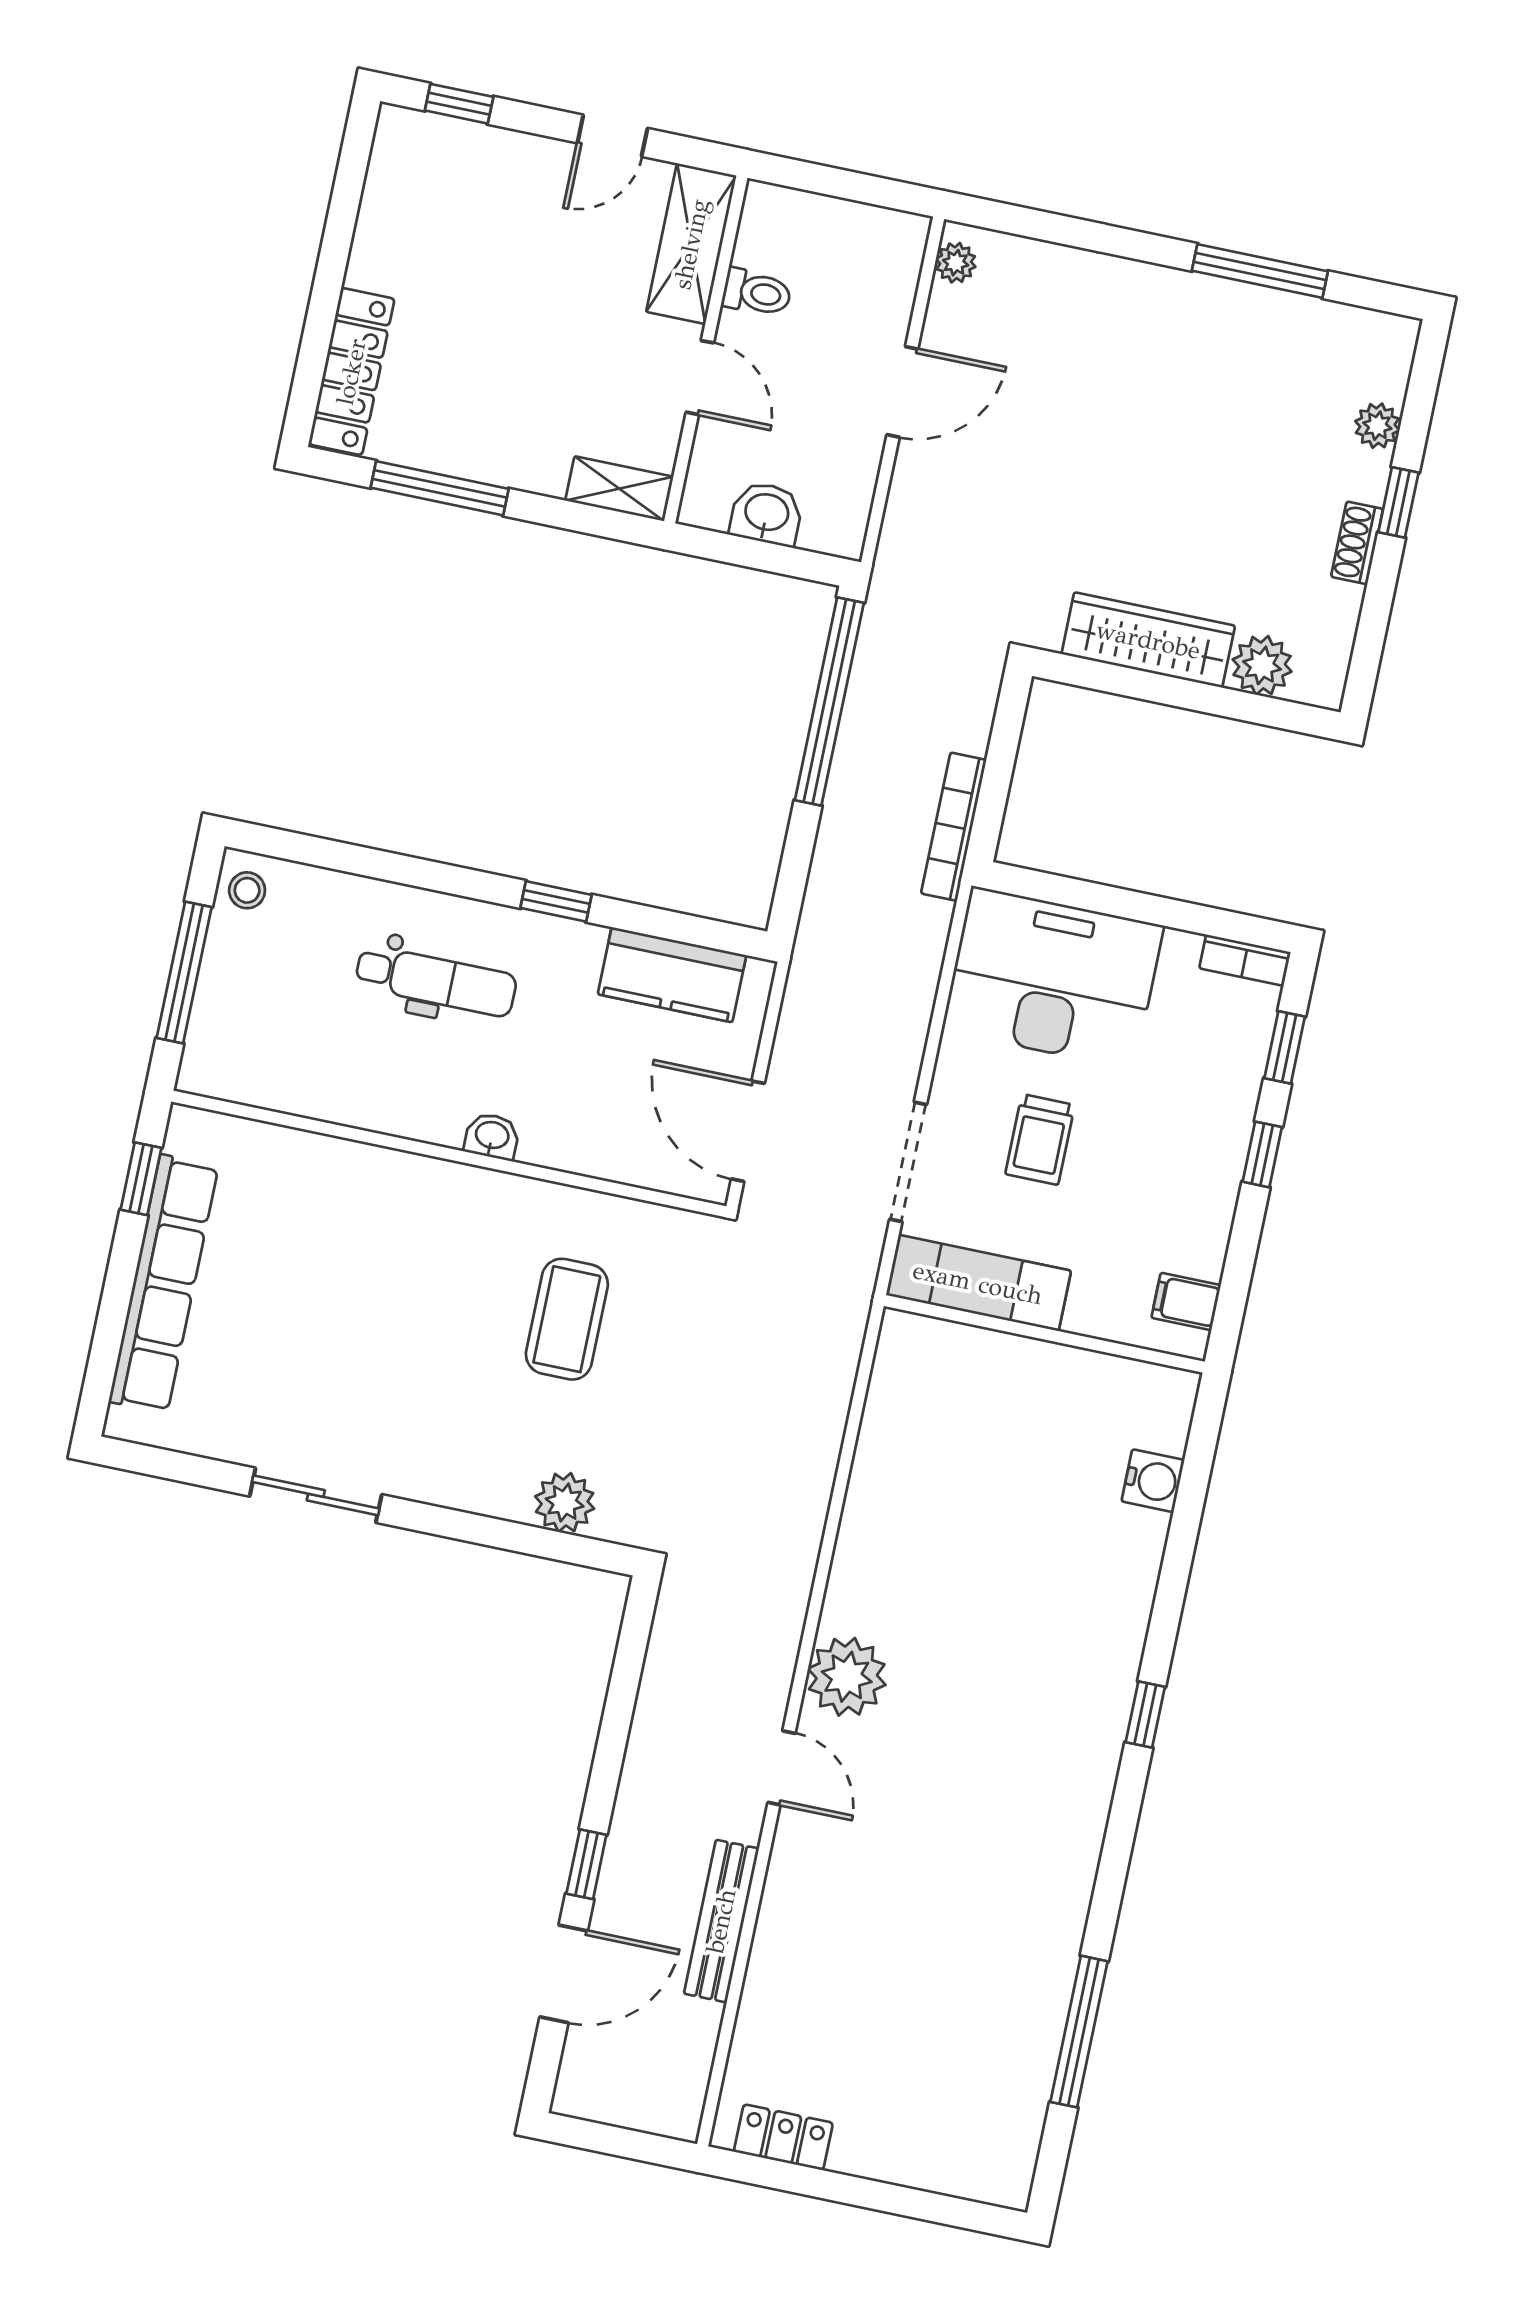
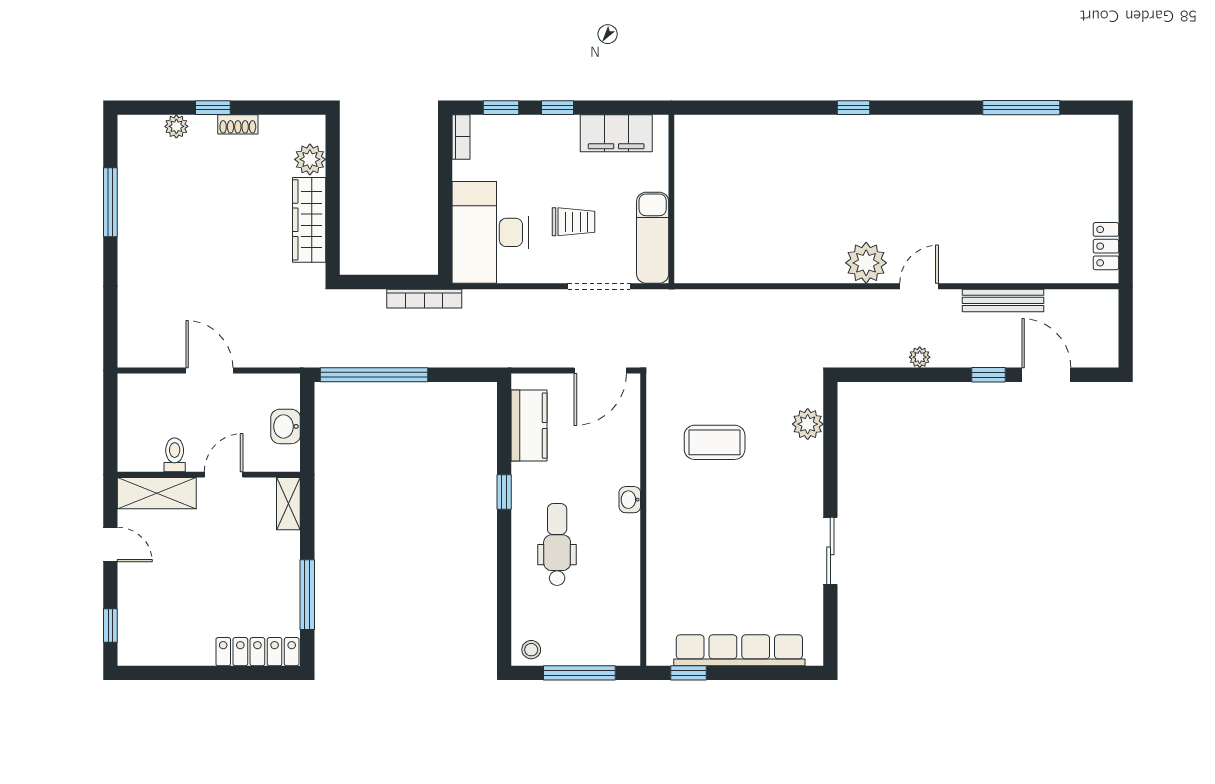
plant: (956, 263) -> (920, 357), moved
filing cabinet: (1186, 1301) -> (616, 133), width x3.00, depth x1.17
water cooler: (1153, 1481) -> (734, 128), removed

